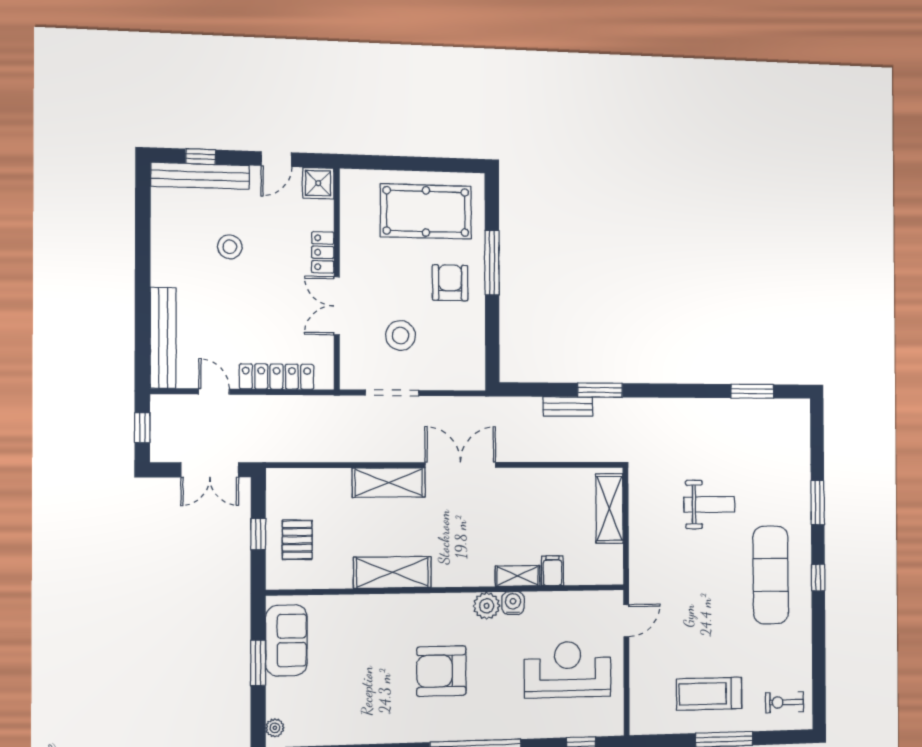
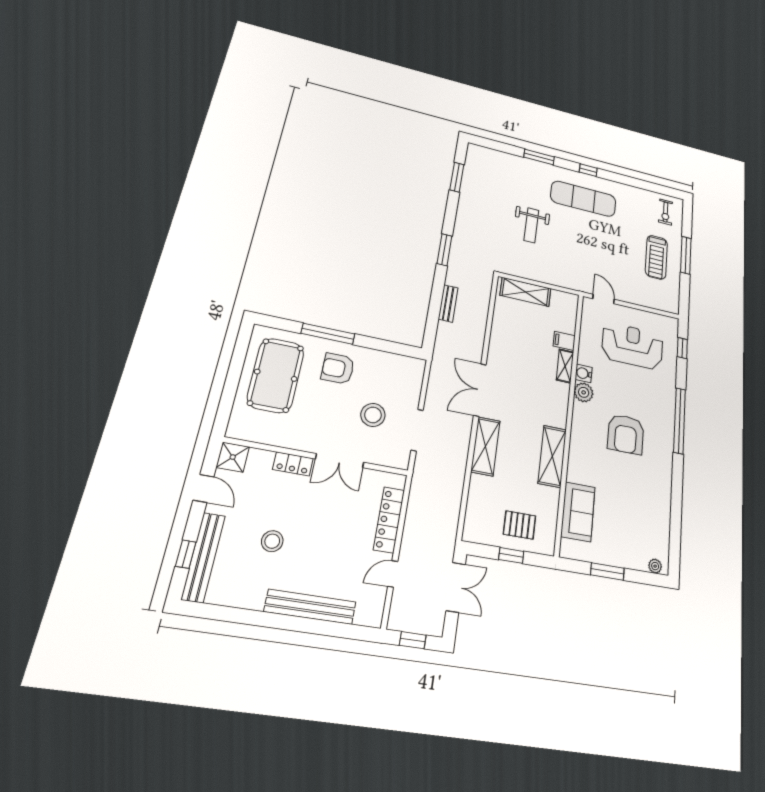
bench: (163, 338) -> (310, 607), moved
window: (600, 390) -> (444, 250), moved
weight bench: (709, 504) -> (531, 225), turned 180
sofa: (286, 640) -> (578, 512), moved, turned 90
reception desk: (568, 669) -> (632, 346), turned 90

